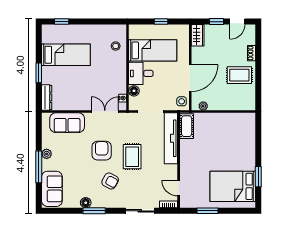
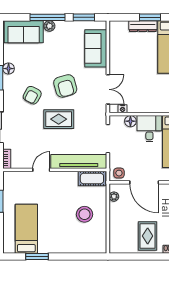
dresser: (47, 97) -> (143, 26), moved
stool: (219, 133) -> (85, 214), added
window: (39, 134) -> (84, 17), added
armchair: (102, 151) -> (65, 86), turned 74
plant: (47, 154) -> (49, 26), moved
bed: (233, 186) -> (26, 229), width x0.67
door: (179, 188) -> (41, 170), moved

